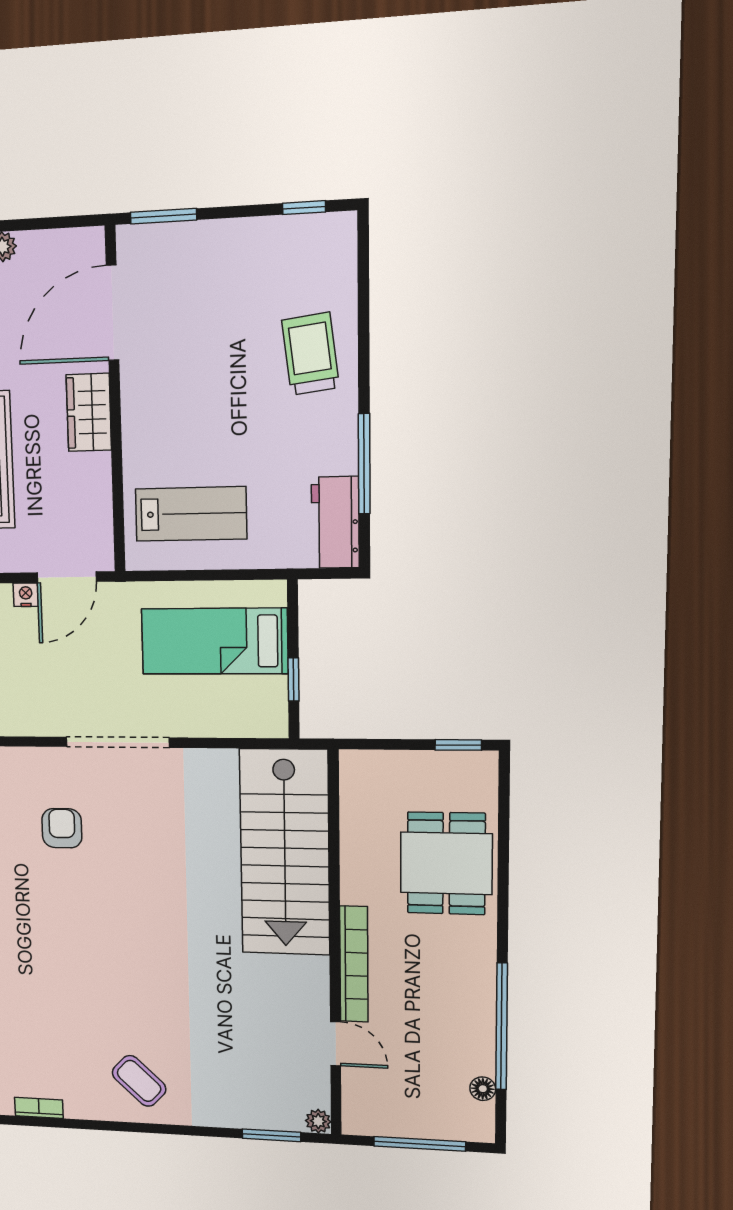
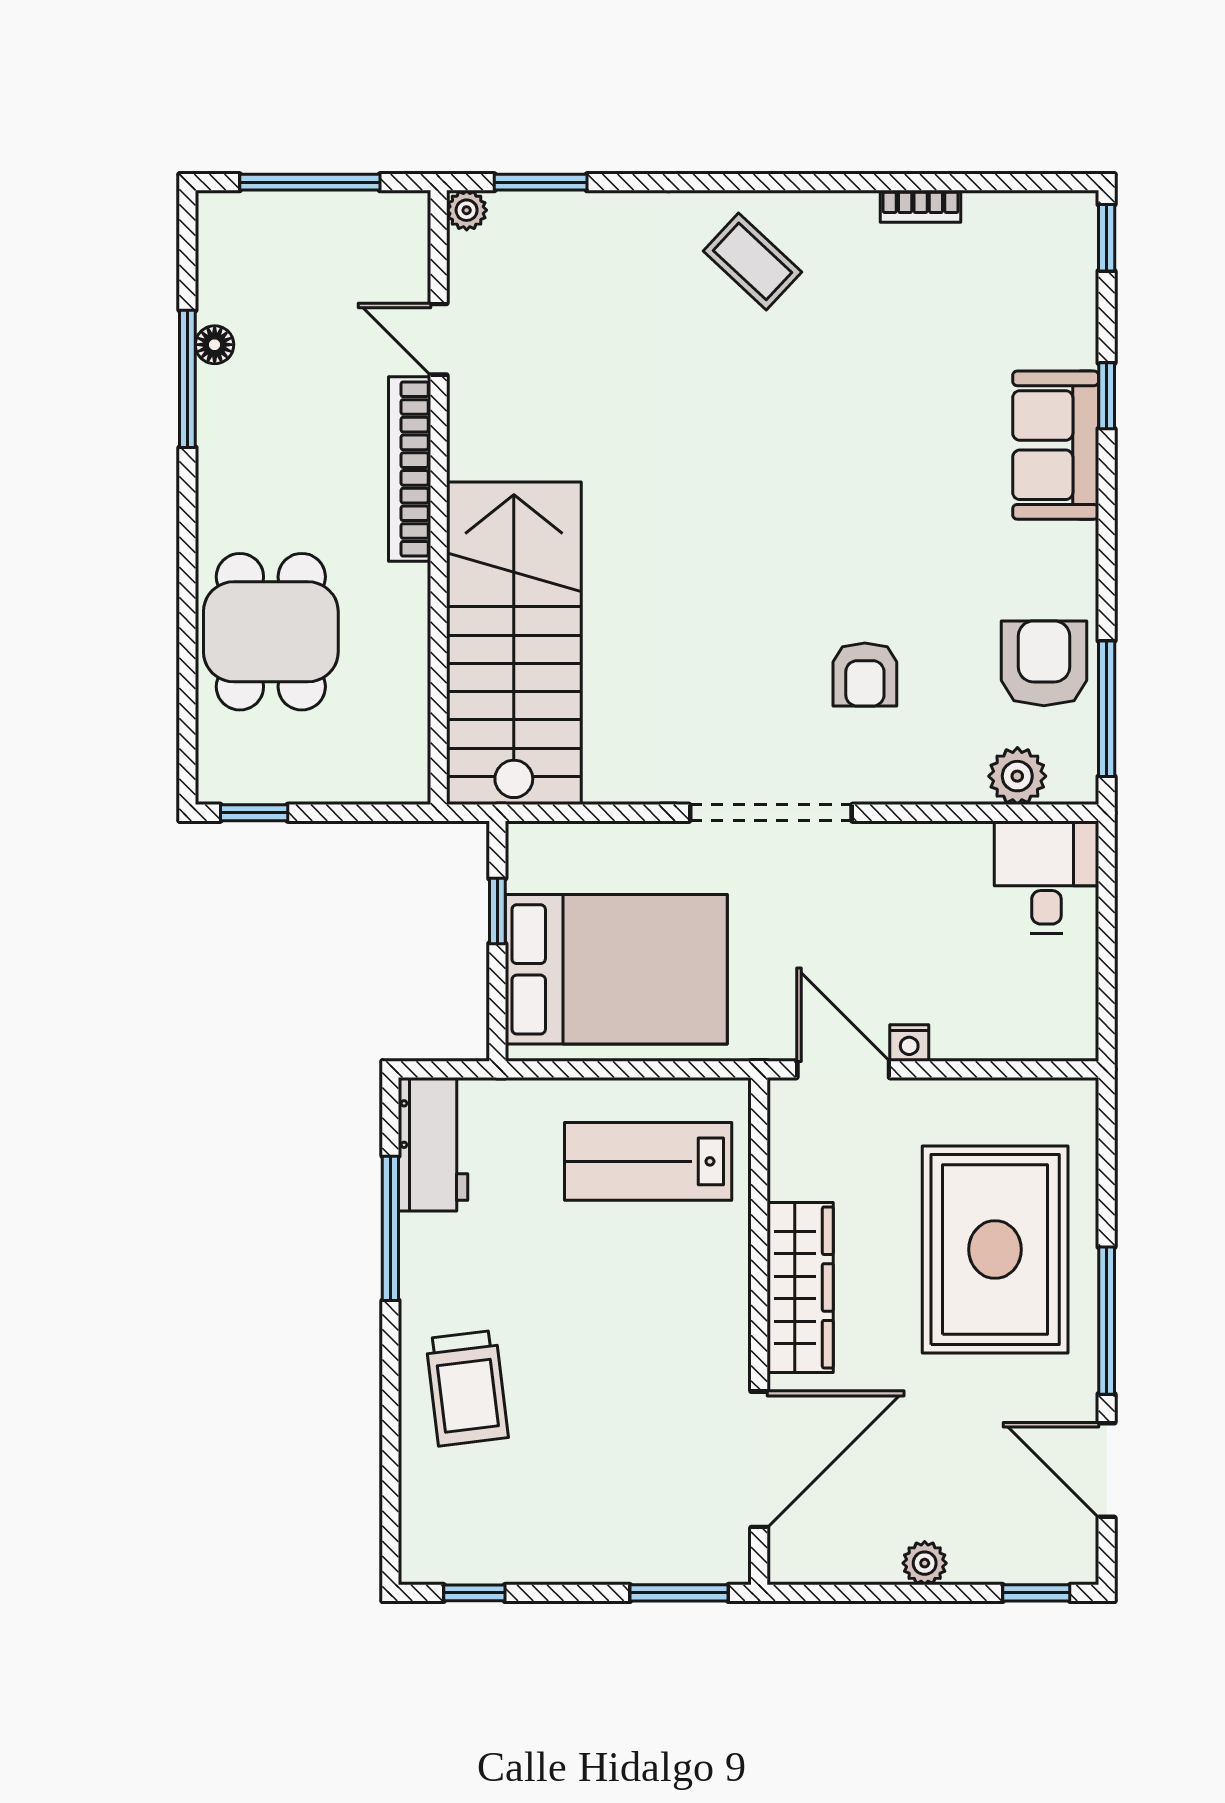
wardrobe: (89, 412) -> (800, 1287), width x1.50
door: (67, 577) -> (843, 1069), hinge flipped
bed: (214, 641) -> (616, 969), width x1.50
window: (502, 1026) -> (187, 379), width x0.68
floor lamp: (483, 1089) -> (215, 345), moved

